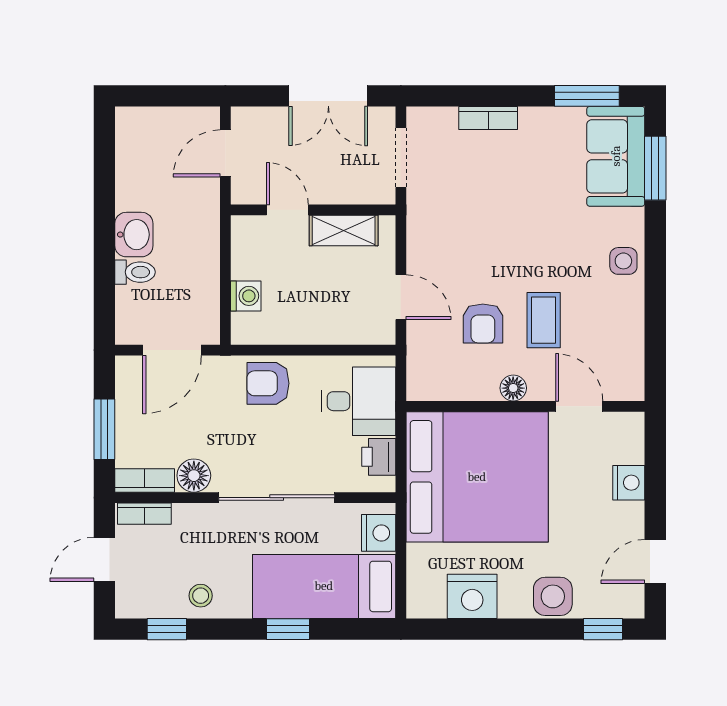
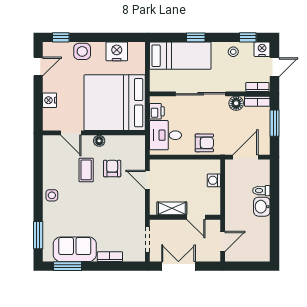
sofa: (616, 156) -> (75, 249), moved, turned -90
nightstand: (379, 533) -> (262, 49), moved, turned 90

